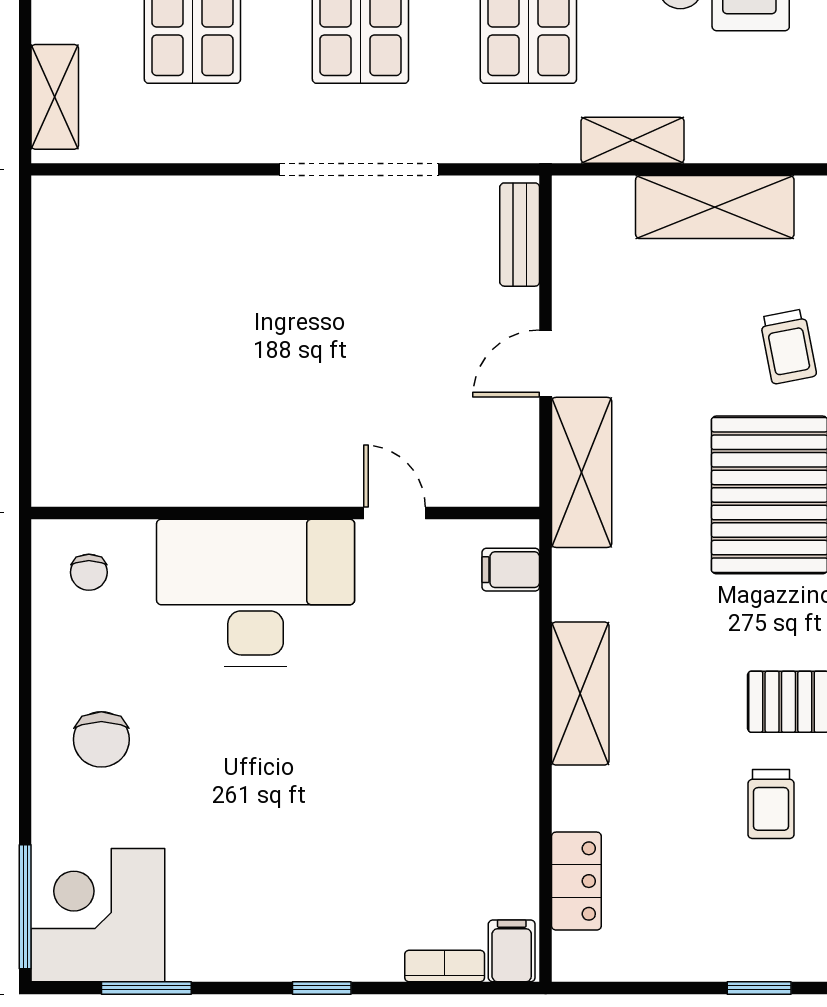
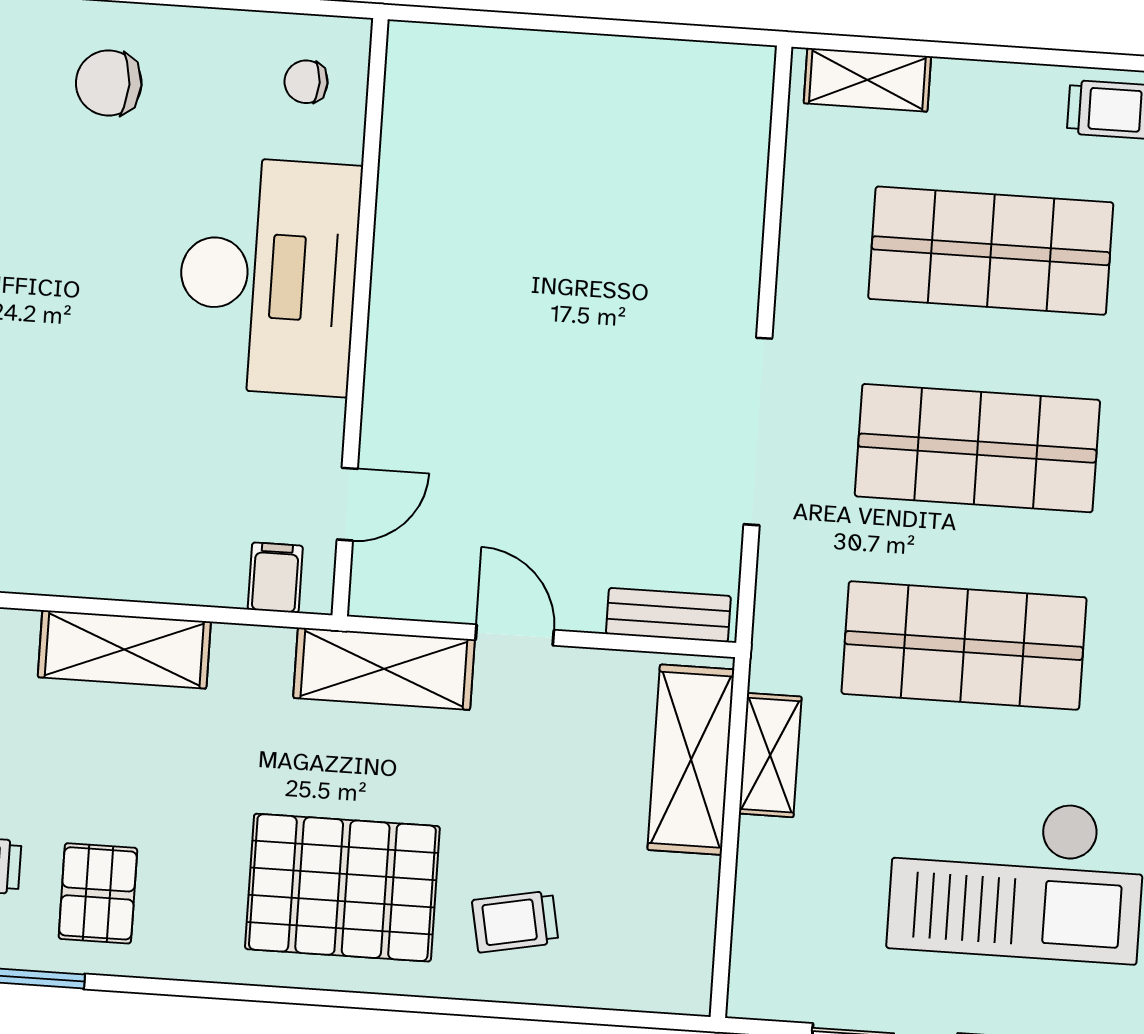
shelving: (715, 207) -> (691, 760), moved
door: (395, 513) -> (347, 504), moved

